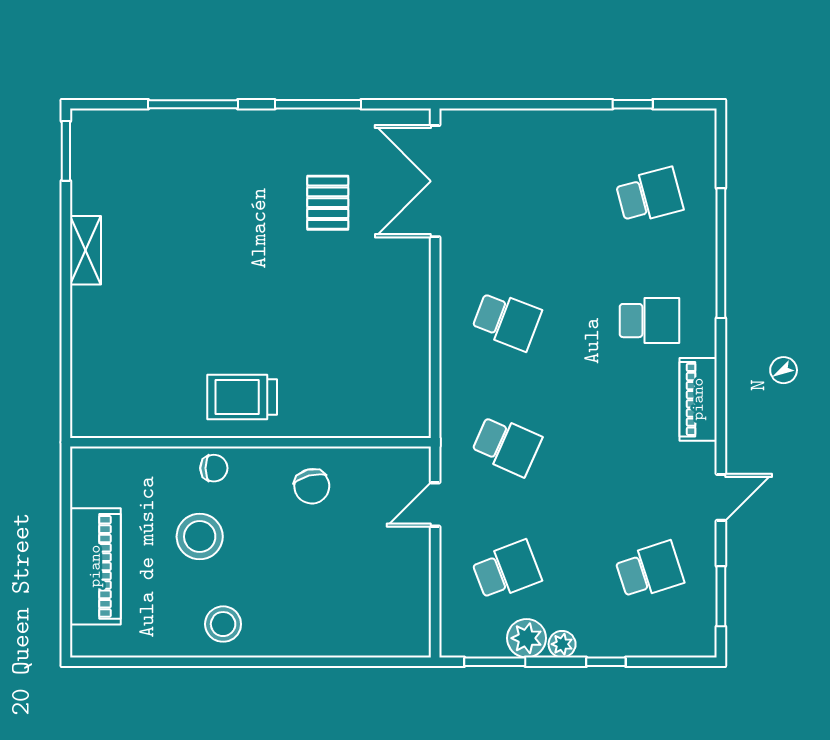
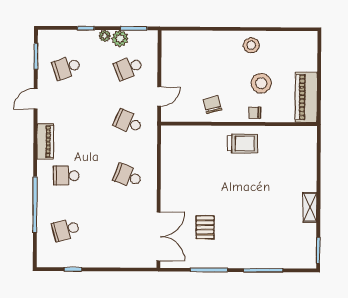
piano: (95, 566) -> (306, 97), moved

